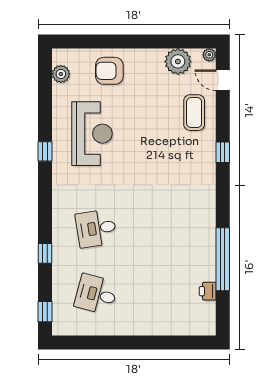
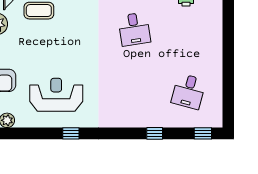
desk: (96, 228) -> (134, 29), moved

